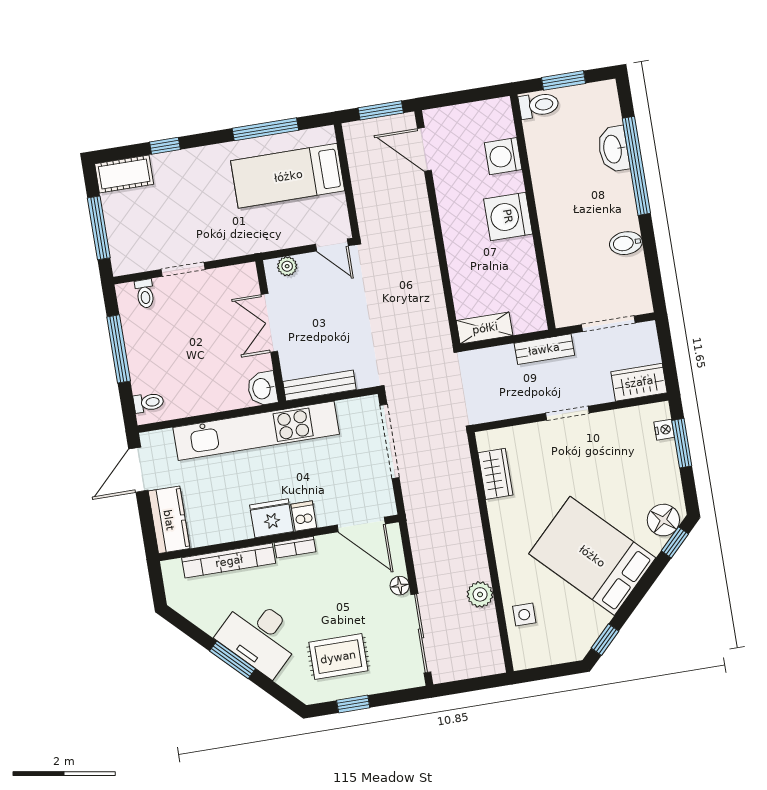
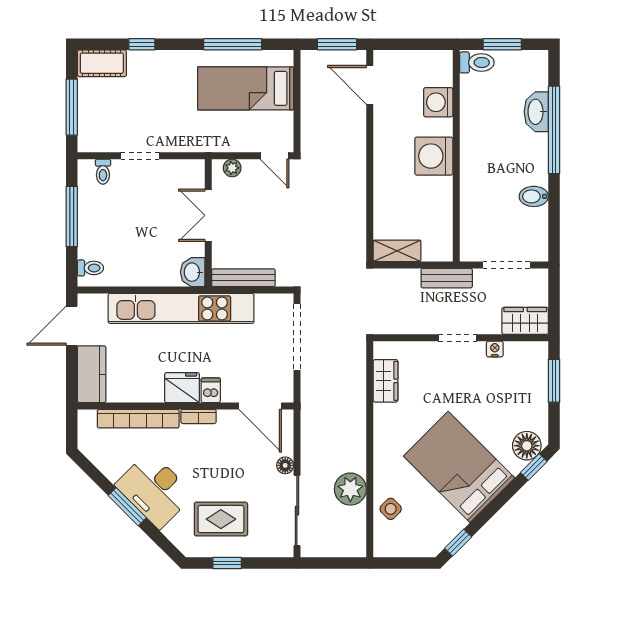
nightstand: (664, 430) -> (495, 349), moved, turned -90
plant: (480, 594) -> (350, 489), width x1.36, depth x1.36
side table: (524, 615) -> (391, 509), turned 45

